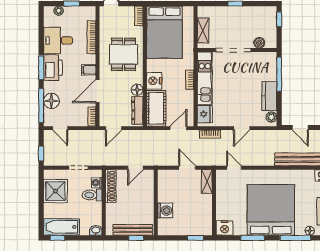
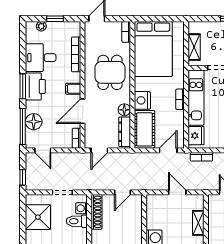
shelving: (207, 182) -> (198, 223), moved

